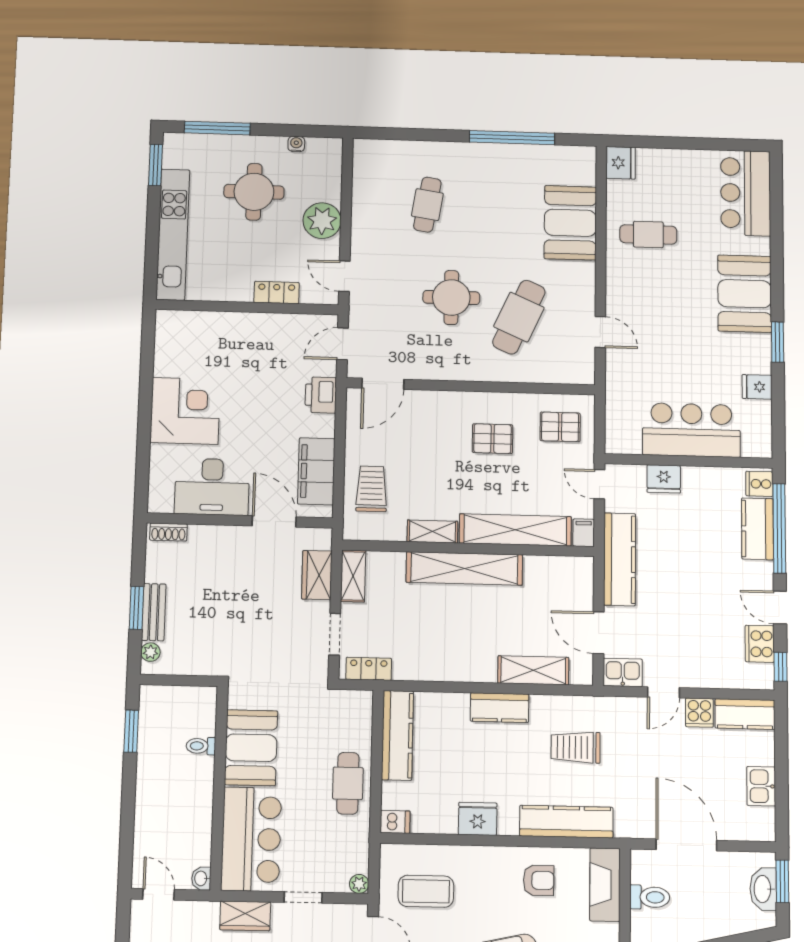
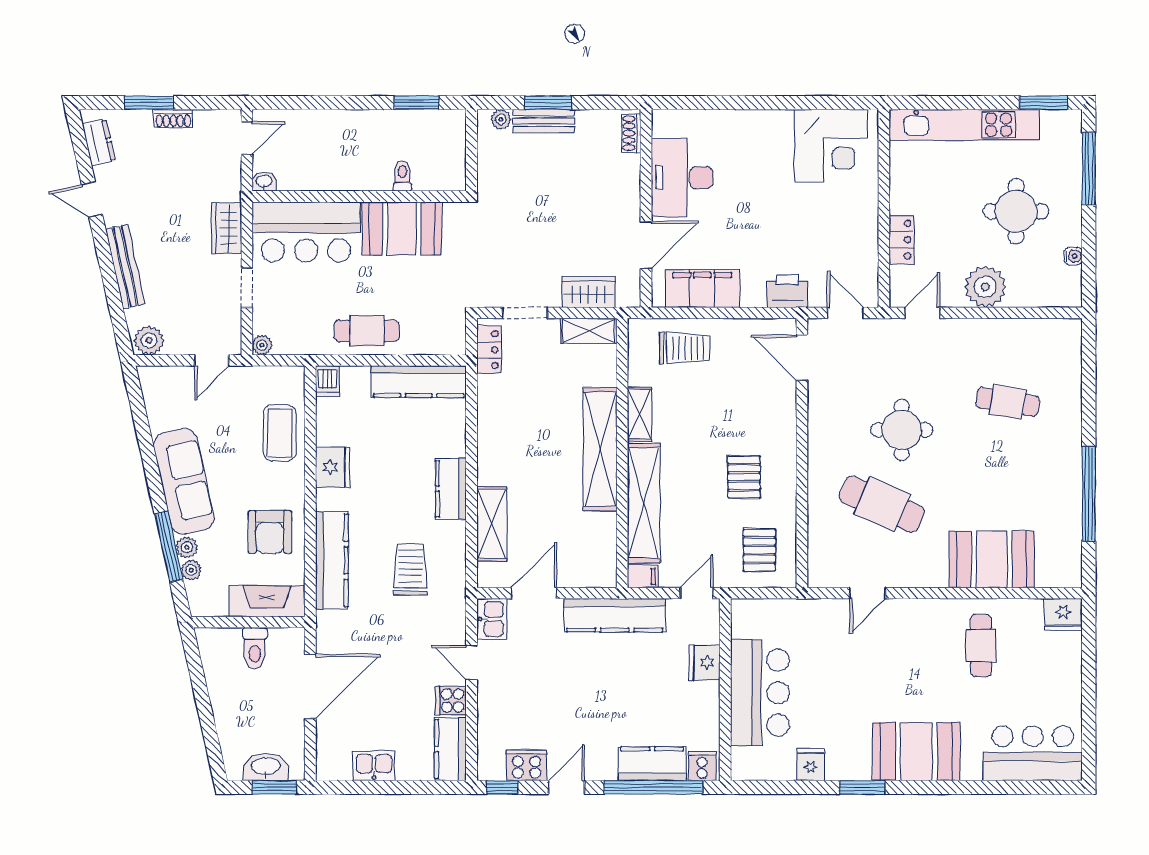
corner desk: (185, 411) -> (831, 146), moved
armchair: (539, 880) -> (270, 532), width x1.38, depth x1.38
coffee table: (426, 891) -> (280, 433), moved

